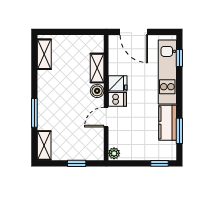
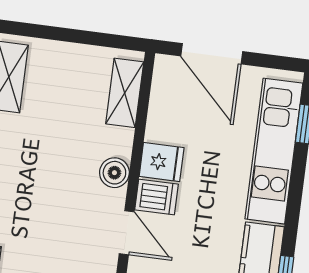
shelving: (97, 68) -> (125, 93), moved
door: (106, 117) -> (127, 233), swing flipped

